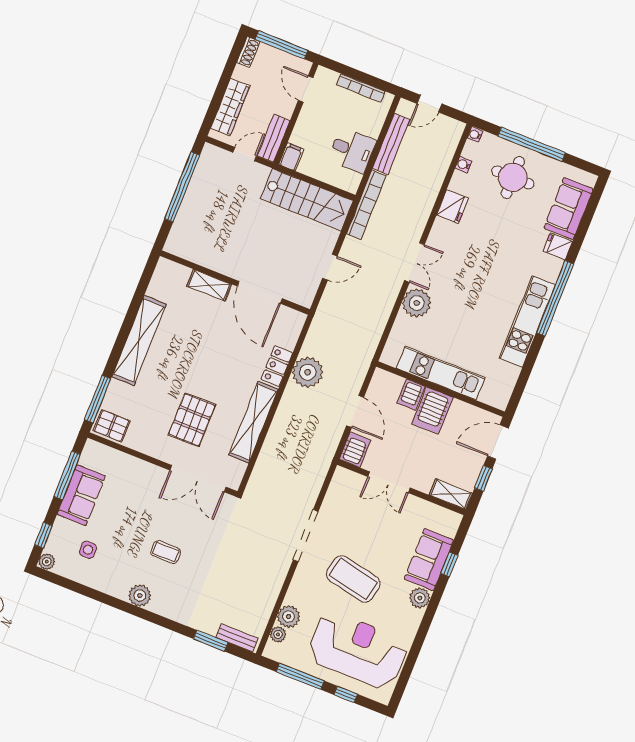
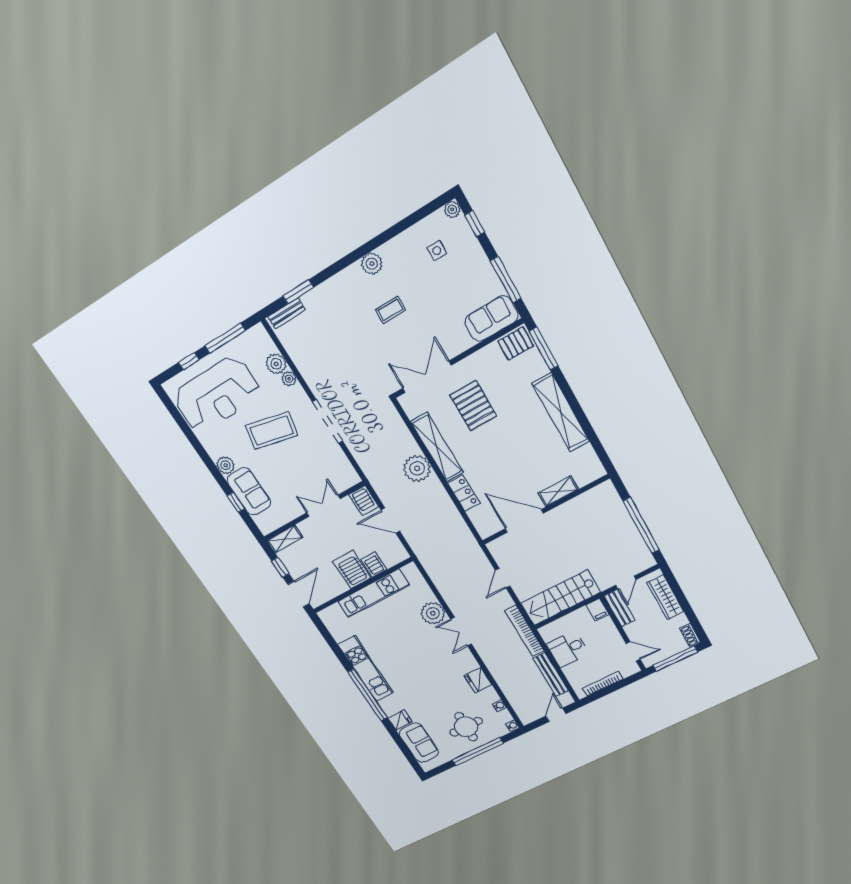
plant: (308, 372) -> (417, 468), moved
sofa: (81, 495) -> (491, 319), moved, turned 90
plant: (278, 634) -> (289, 379), moved

